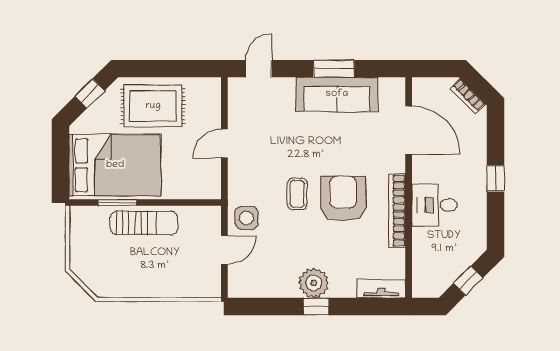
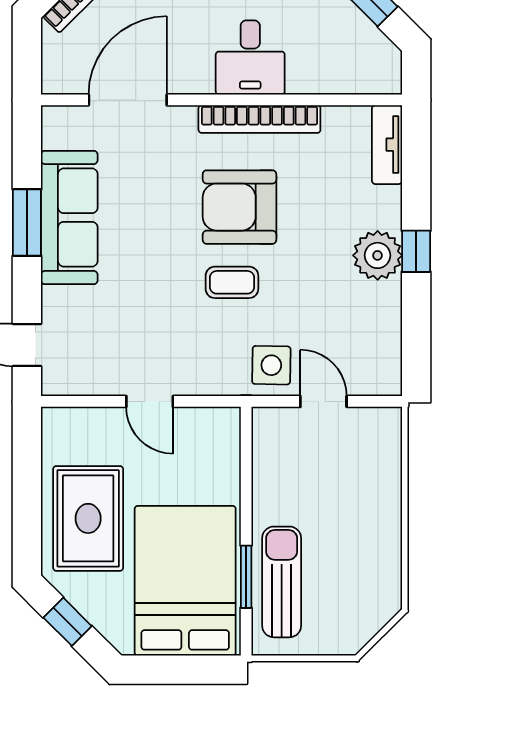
sun lounger: (144, 223) -> (282, 582), moved

